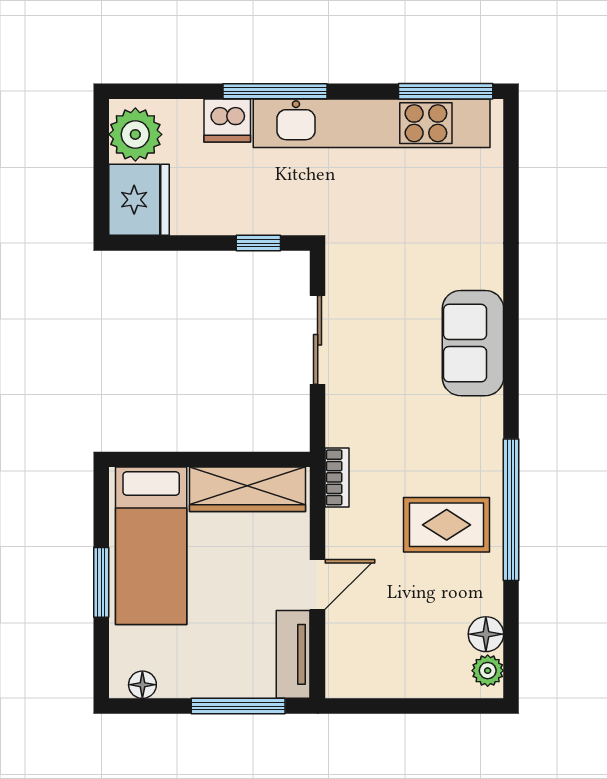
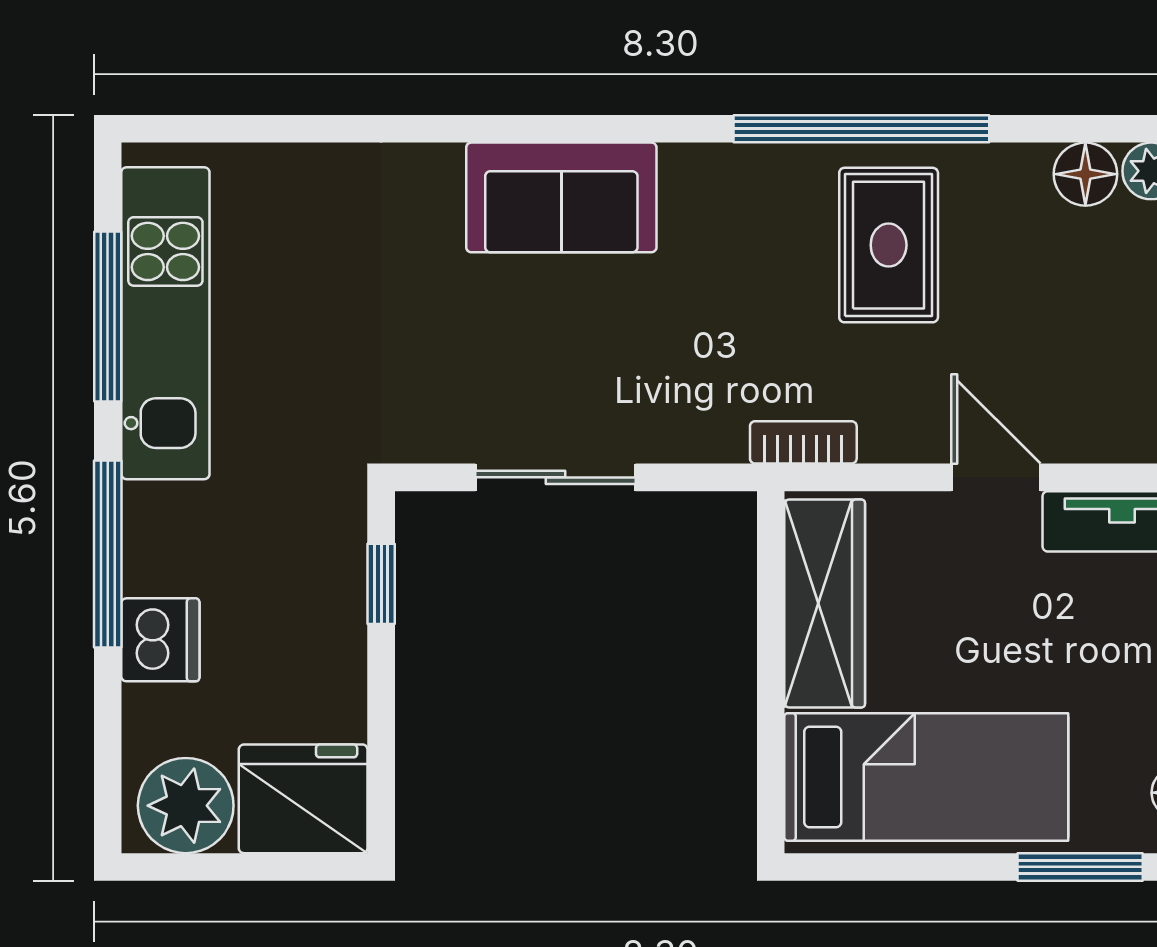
window: (446, 91) -> (108, 316), moved
kitchen unit: (372, 123) -> (165, 323), width x0.73
window: (101, 582) -> (1080, 867), moved

